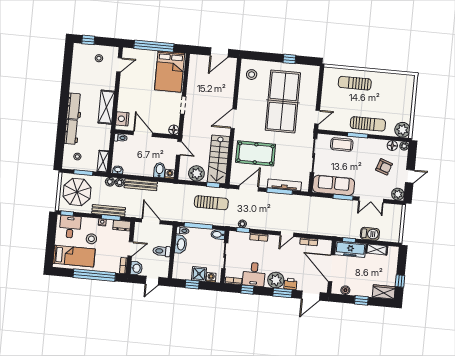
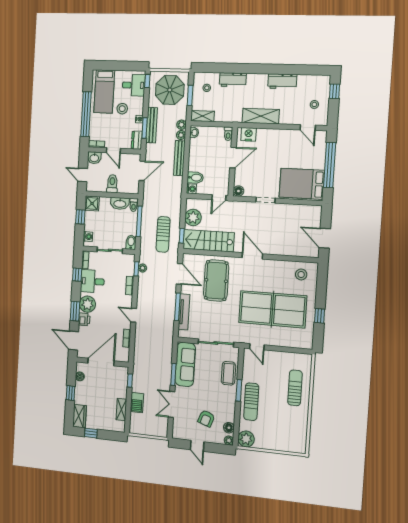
workbench: (74, 106) -> (282, 81), moved
plant: (398, 194) -> (178, 433), removed
freezer: (350, 249) -> (121, 382), removed
shower: (199, 274) -> (92, 203), moved

